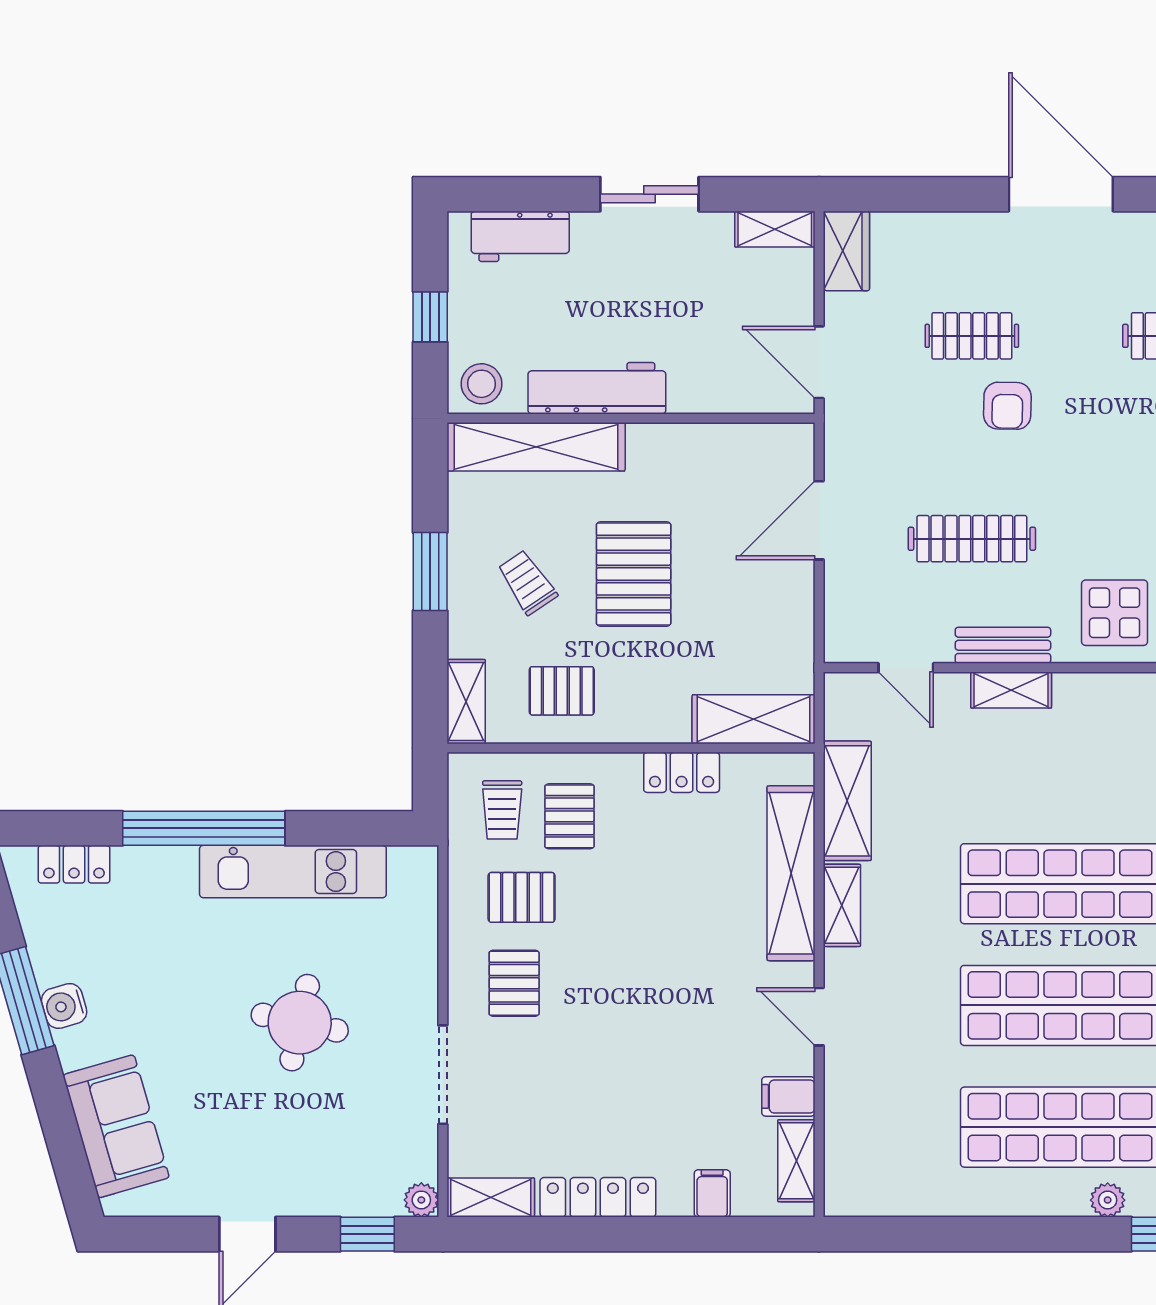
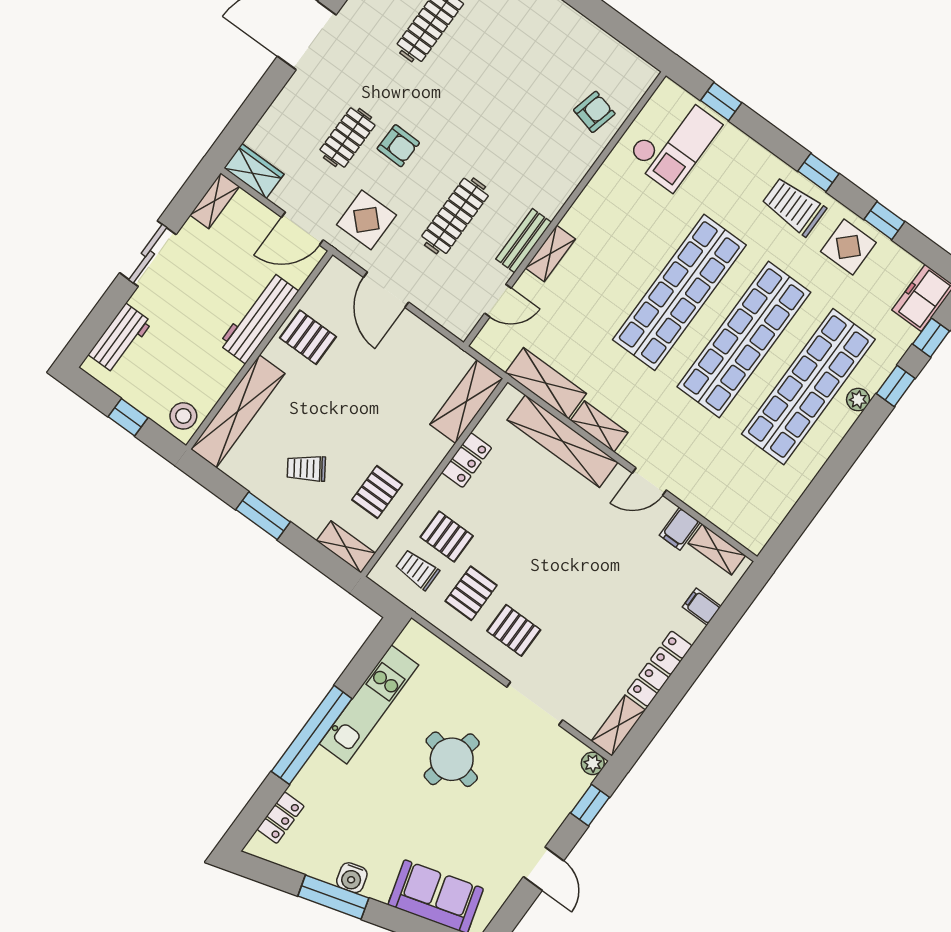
workbench: (597, 388) -> (259, 318), moved
pallet: (634, 574) -> (308, 337), moved, width x0.67, depth x0.71
display table: (1115, 613) -> (366, 220), moved
trolley: (502, 810) -> (417, 570), turned 180

